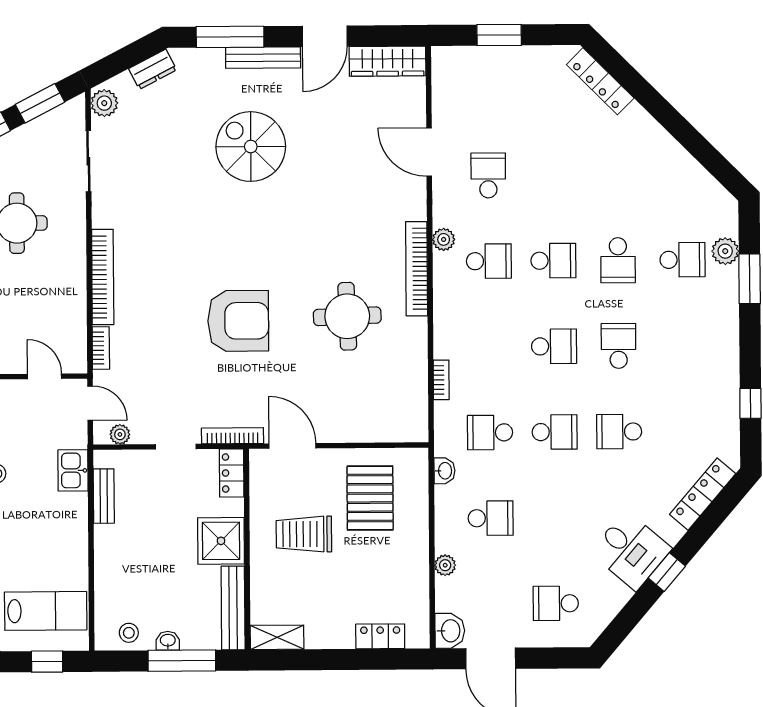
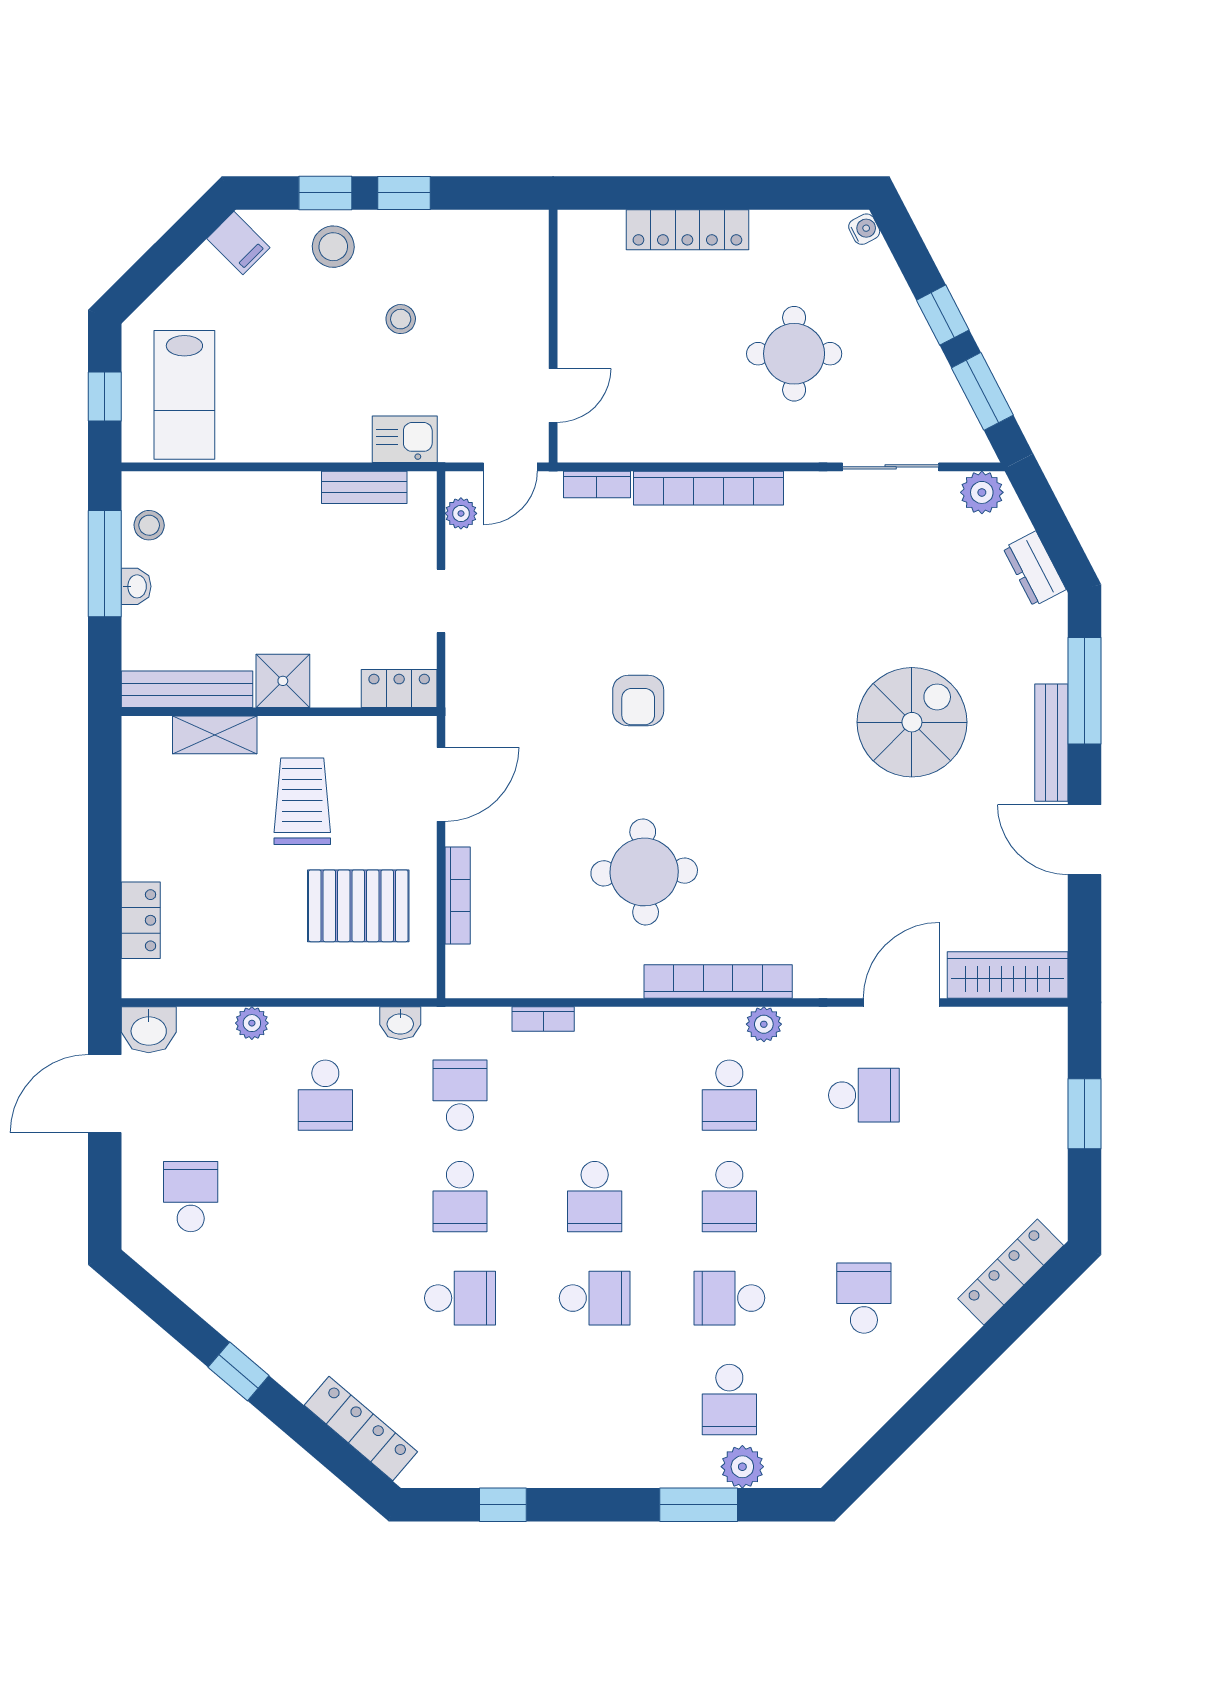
wardrobe: (387, 61) -> (1008, 975), moved, turned 90
school desk: (617, 175) -> (864, 1298), added
armchair: (238, 321) -> (638, 701), width x0.53, depth x0.53
school desk: (619, 432) -> (460, 1298), turned 90
bookcase: (233, 436) -> (458, 896), moved
shower: (221, 541) -> (283, 681), width x0.73, depth x0.73
desk: (631, 550) -> (273, 1315), removed
shelving: (277, 637) -> (215, 735), moved, turned 90
window: (182, 661) -> (105, 564), moved

